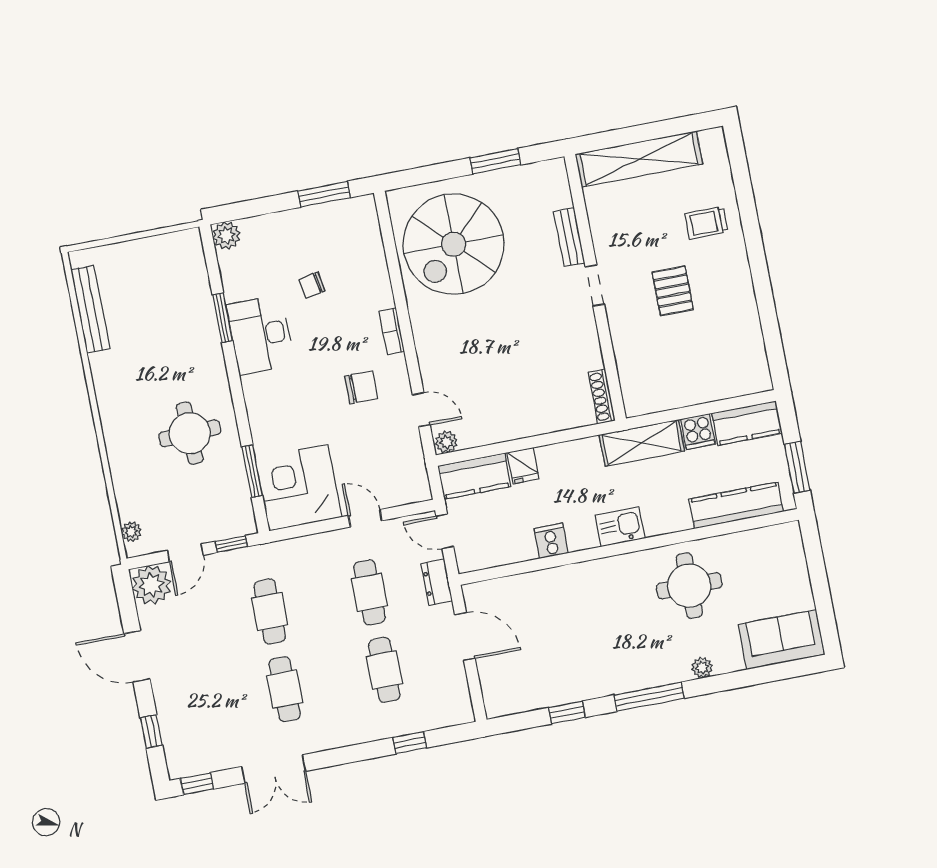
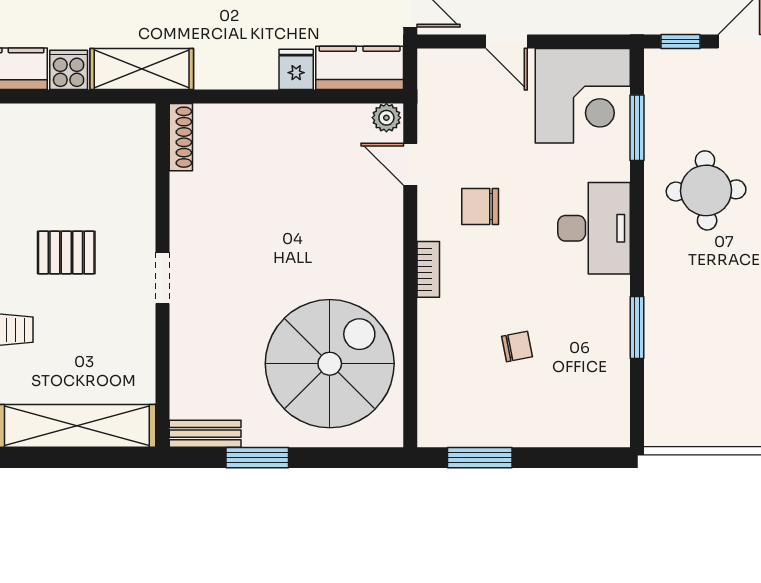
plant: (226, 235) -> (612, 429), removed
bench: (569, 237) -> (205, 434), moved, turned 90
pallet: (673, 291) -> (66, 253), turned 90
desk: (260, 335) -> (594, 228), moved

